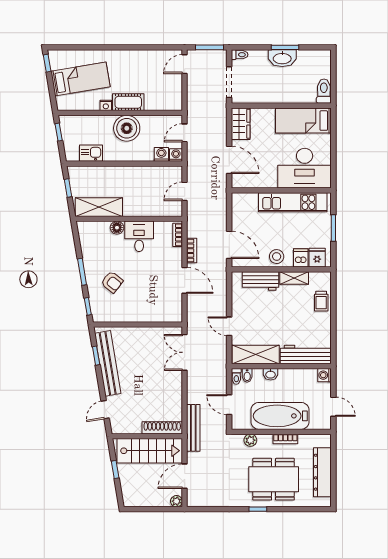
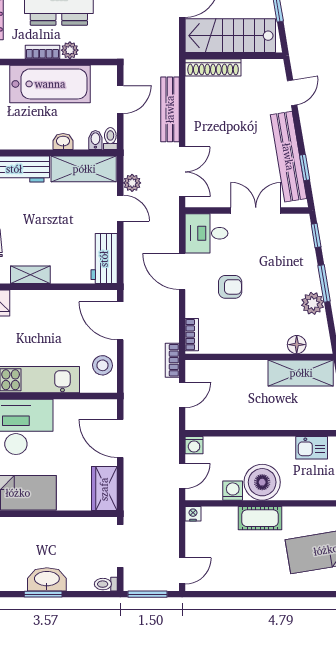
nightstand: (106, 105) -> (193, 514), moved
washing machine: (161, 154) -> (233, 491), moved, turned 180
floor lamp: (117, 228) -> (297, 345), moved
desk: (139, 236) -> (207, 233), moved, turned 90
bookcase: (192, 251) -> (172, 360), moved
plant: (90, 257) -> (313, 303), added
stool: (277, 257) -> (103, 365), moved
dishwasher: (301, 258) -> (21, 303), removed
workbench: (261, 281) -> (104, 259), moved, turned -90
armchair: (112, 282) -> (230, 287), moved, turned 142
double door: (131, 325) -> (256, 210), added
plant: (221, 344) -> (132, 183), added
door: (229, 405) -> (120, 99), hinge flipped
bench: (193, 428) -> (170, 109), moved
plant: (250, 440) -> (70, 50), moved

